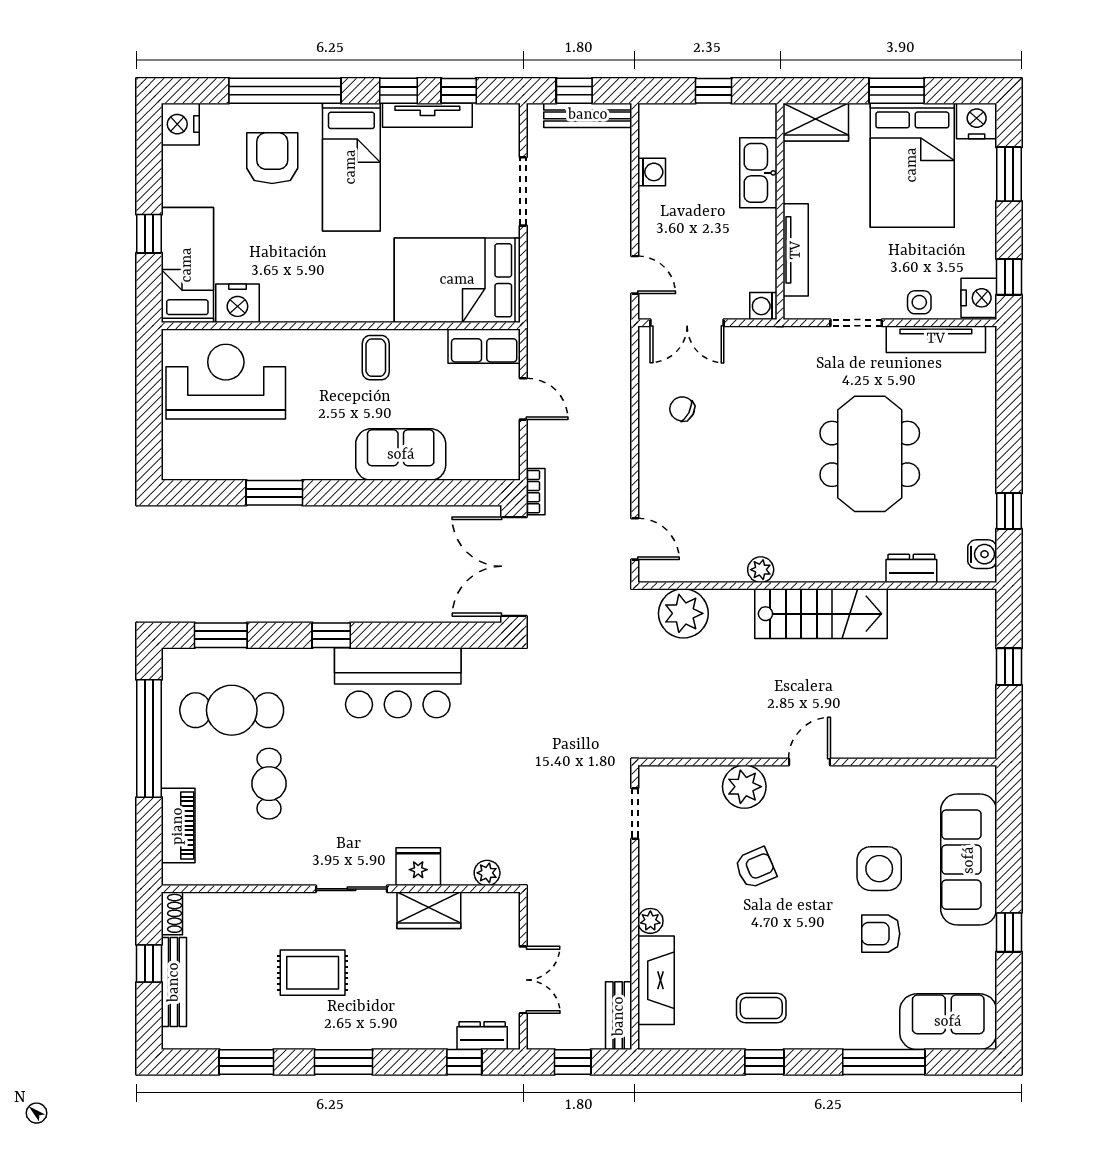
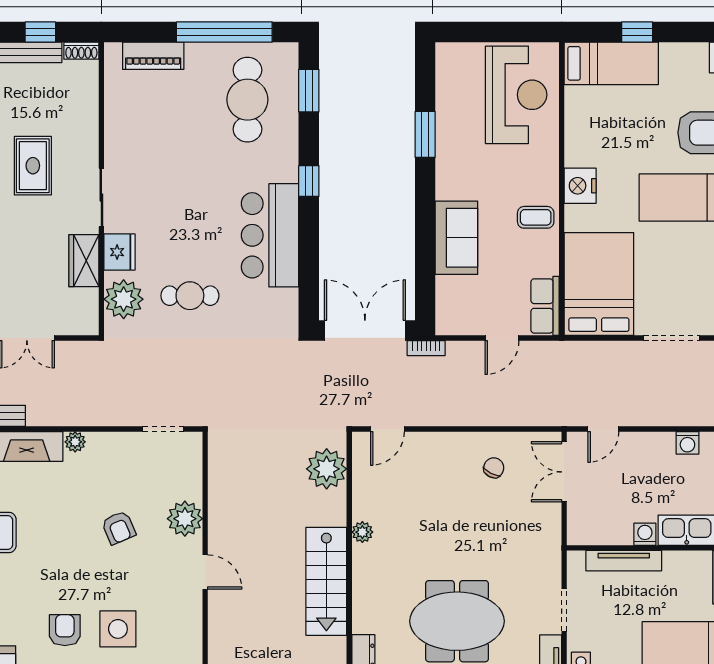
nightstand: (237, 303) -> (580, 186), moved
washing machine: (763, 306) -> (645, 534), moved
cafe table: (269, 784) -> (190, 296), moved
plant: (487, 873) -> (124, 299), width x1.87, depth x1.87

